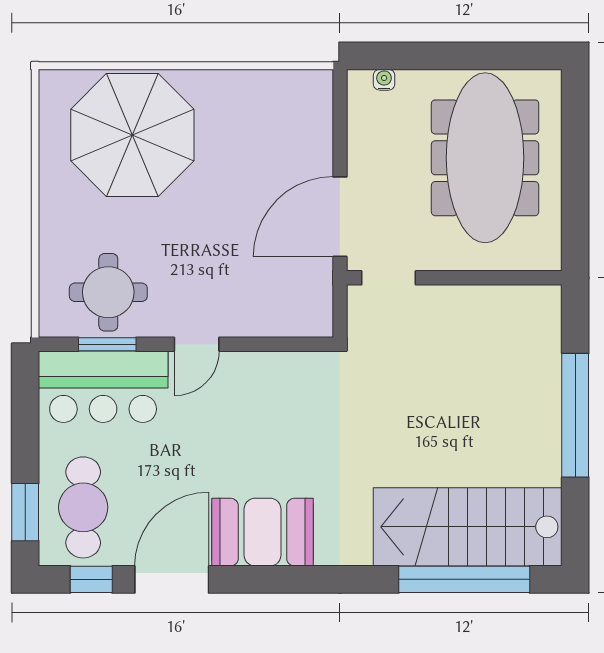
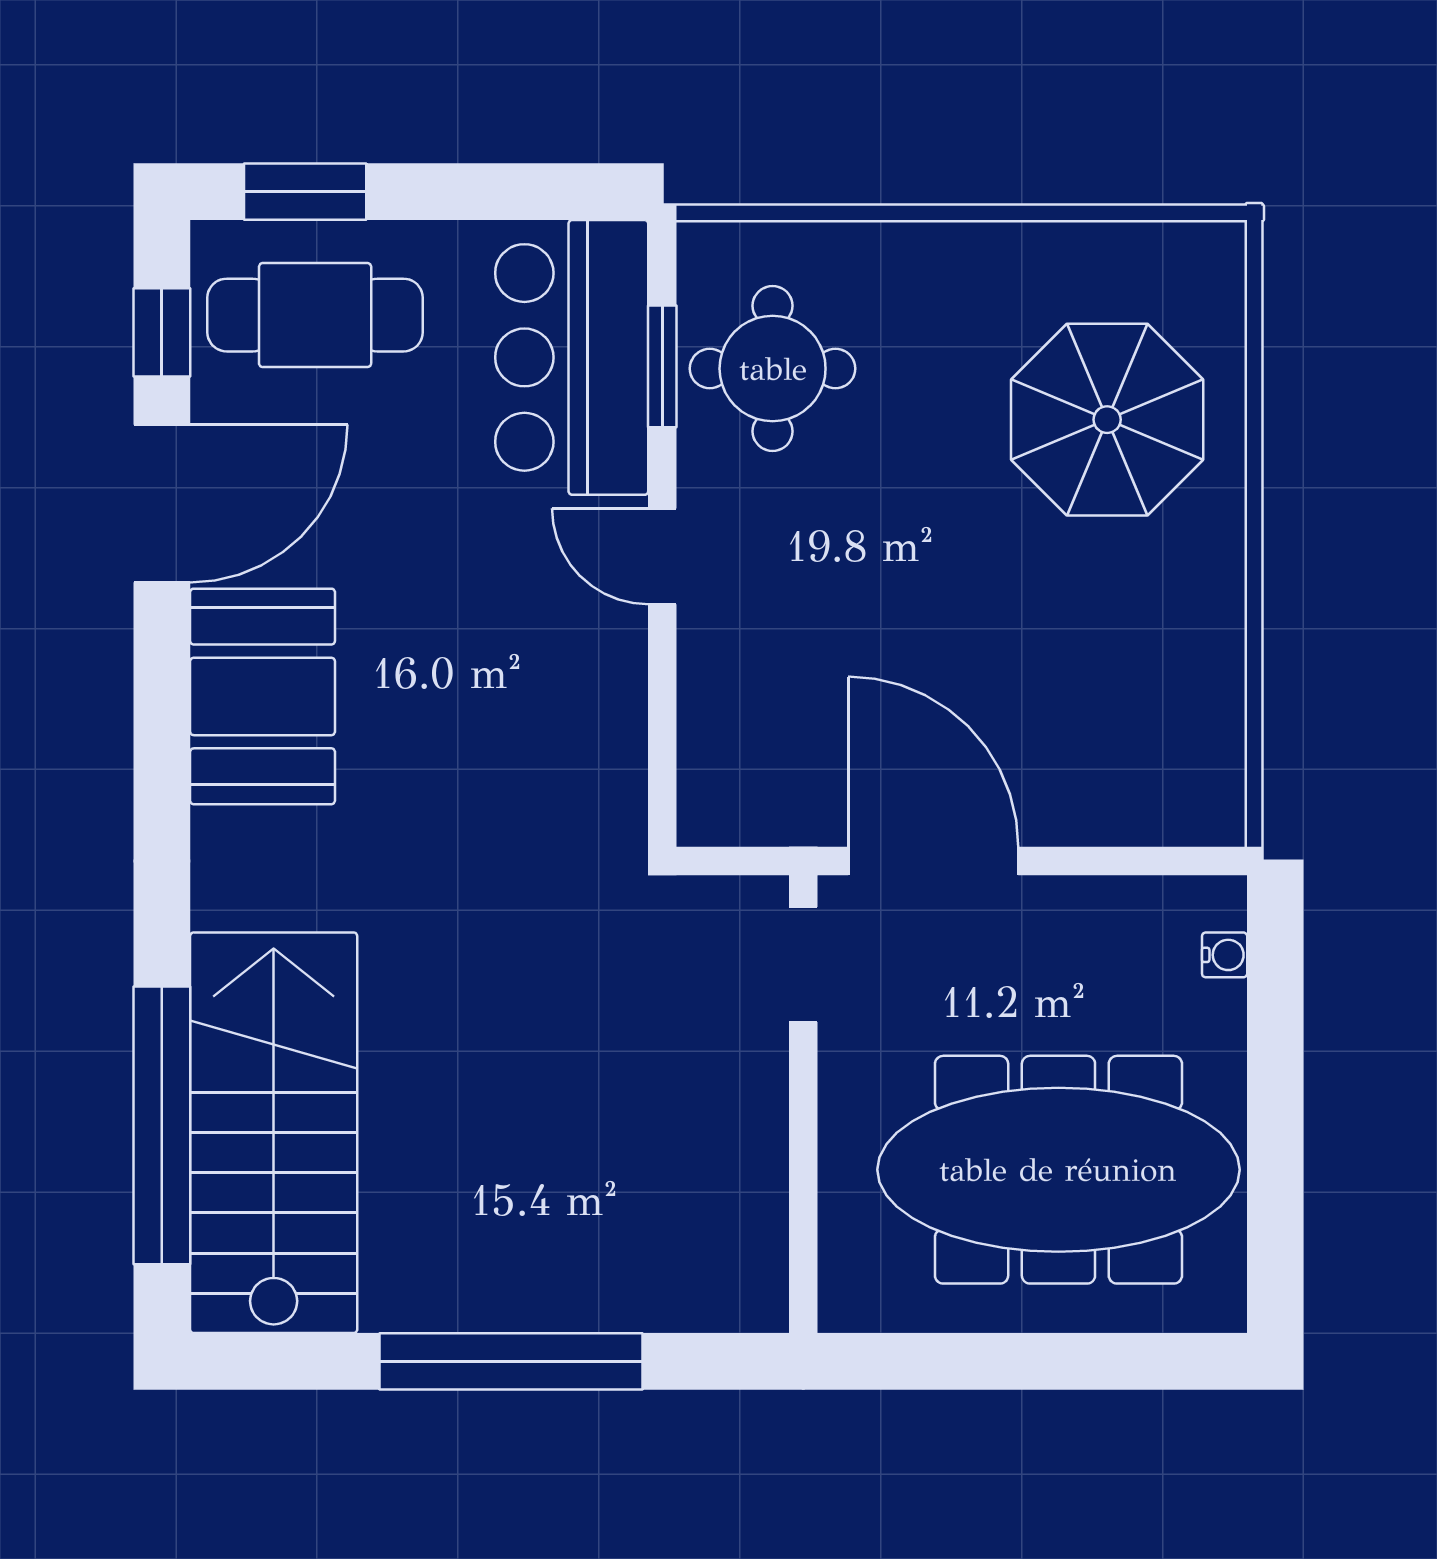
parasol: (132, 135) -> (1107, 420), width x0.73, depth x0.73
door: (172, 579) -> (162, 504), hinge flipped

